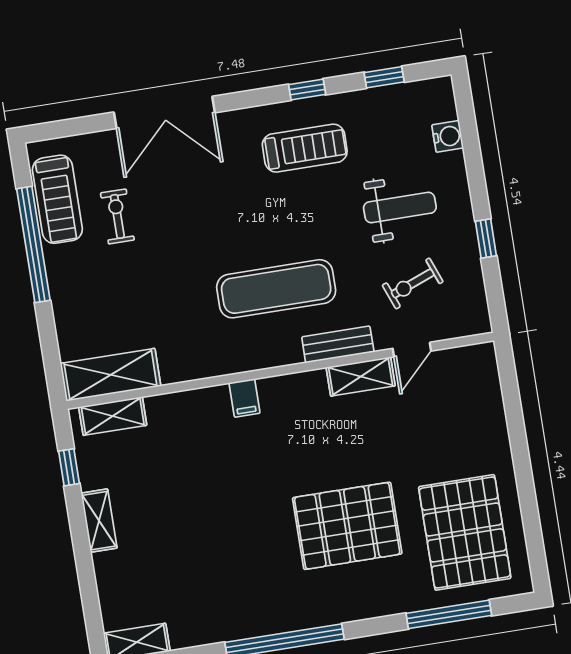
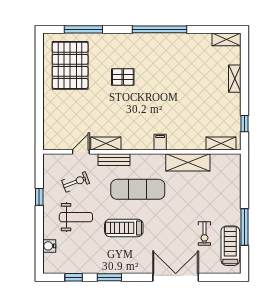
window: (307, 90) -> (109, 277), width x1.50
treadmill: (305, 148) -> (124, 228), moved
weight bench: (400, 208) -> (76, 217), turned 180
window: (33, 245) -> (245, 227), width x0.68
shelving: (111, 375) -> (188, 162), moved
shelving: (99, 521) -> (235, 79), moved
pallet: (347, 526) -> (123, 77), width x0.49, depth x0.50

